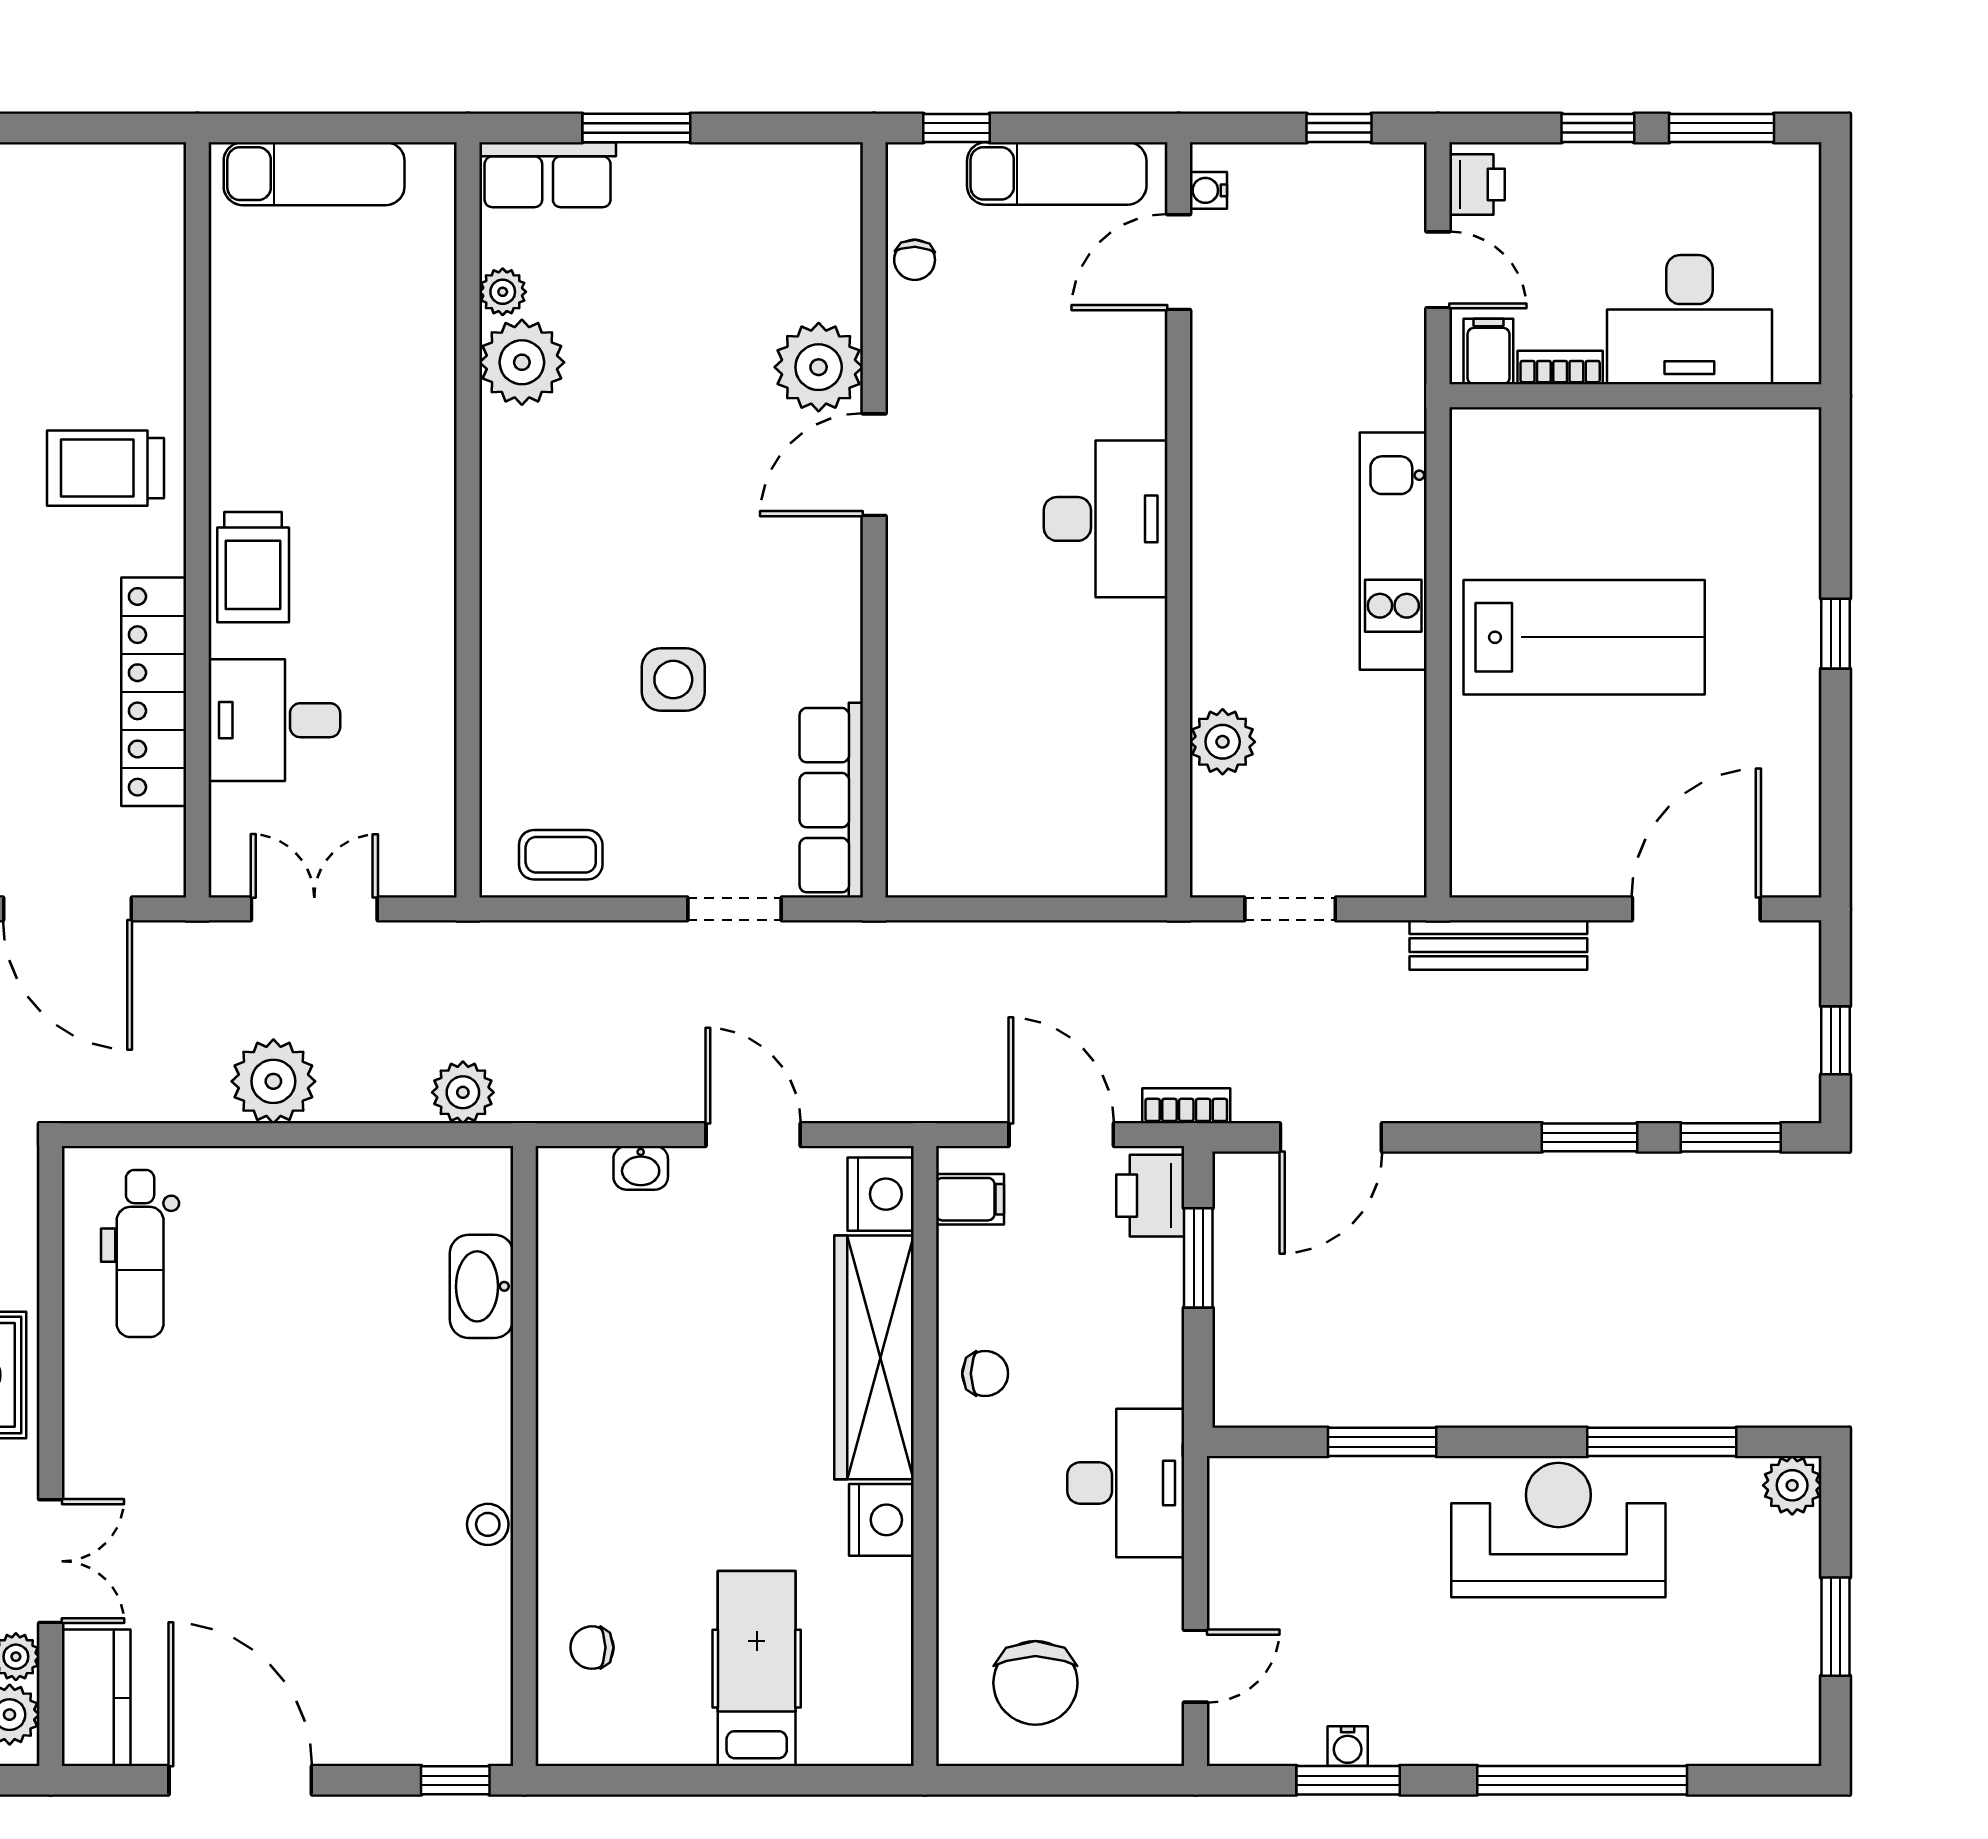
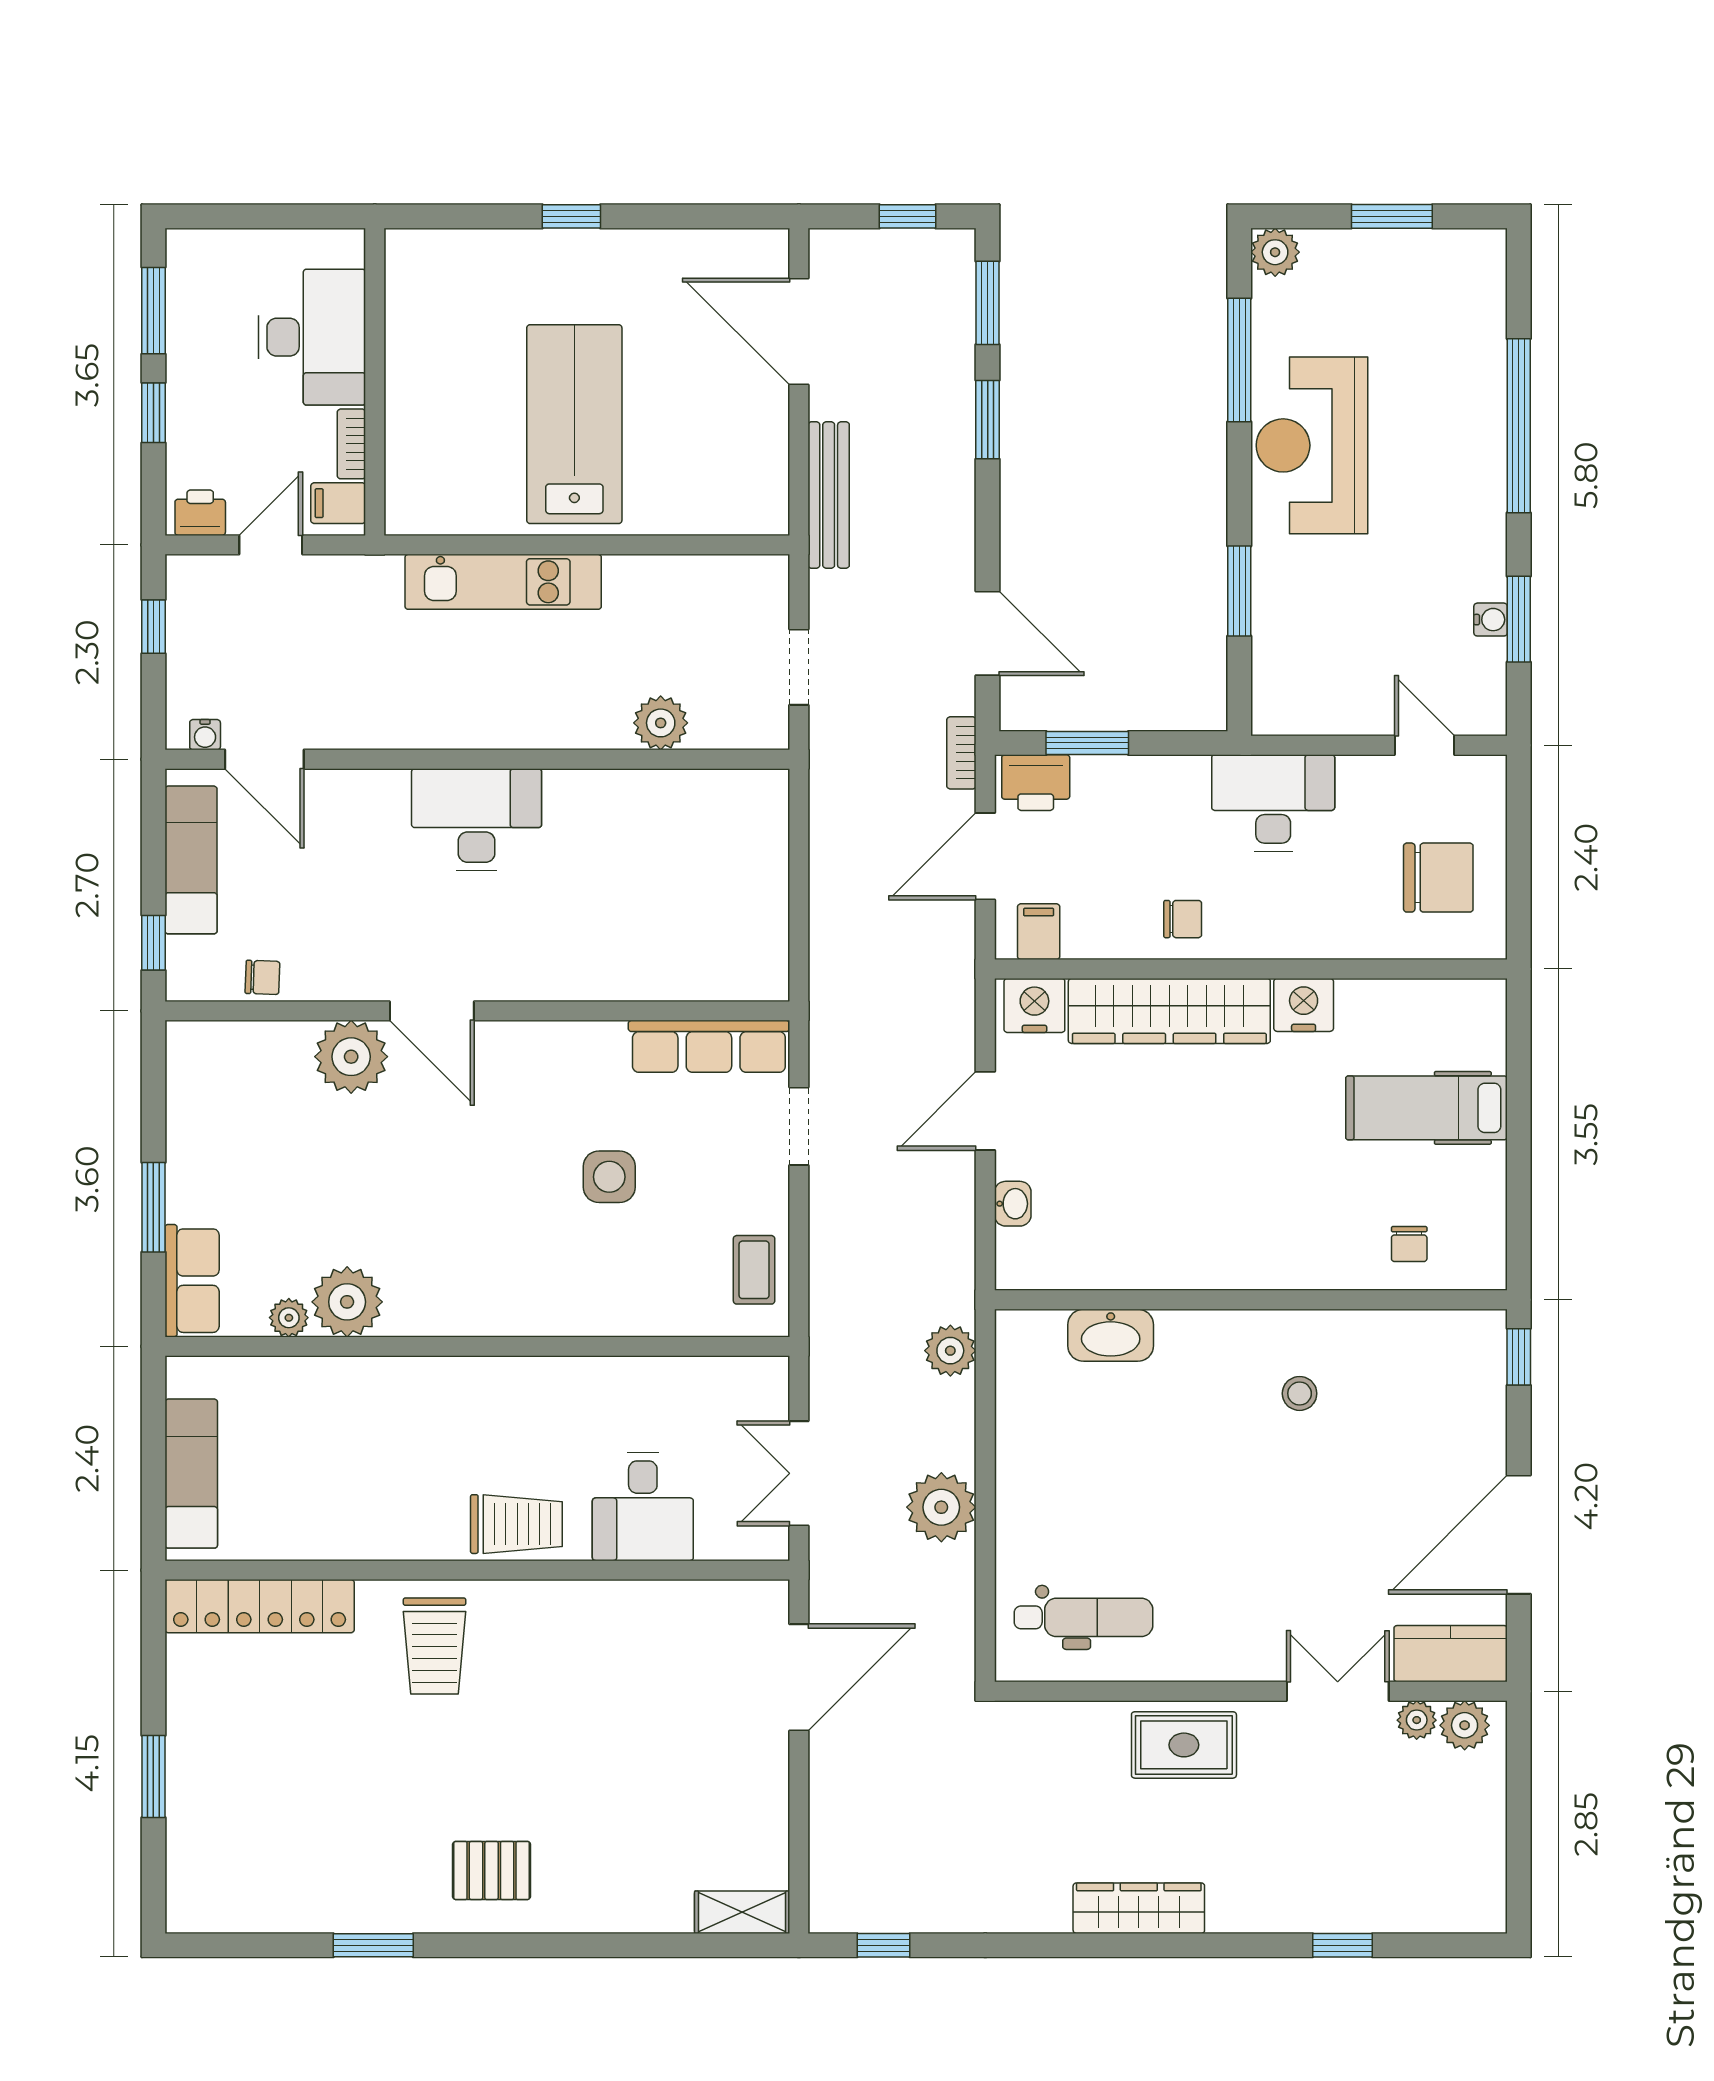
locker: (154, 692) -> (260, 1606), moved
chair: (985, 1374) -> (1183, 919), turned 90
stool: (488, 1524) -> (1300, 1393), moved

